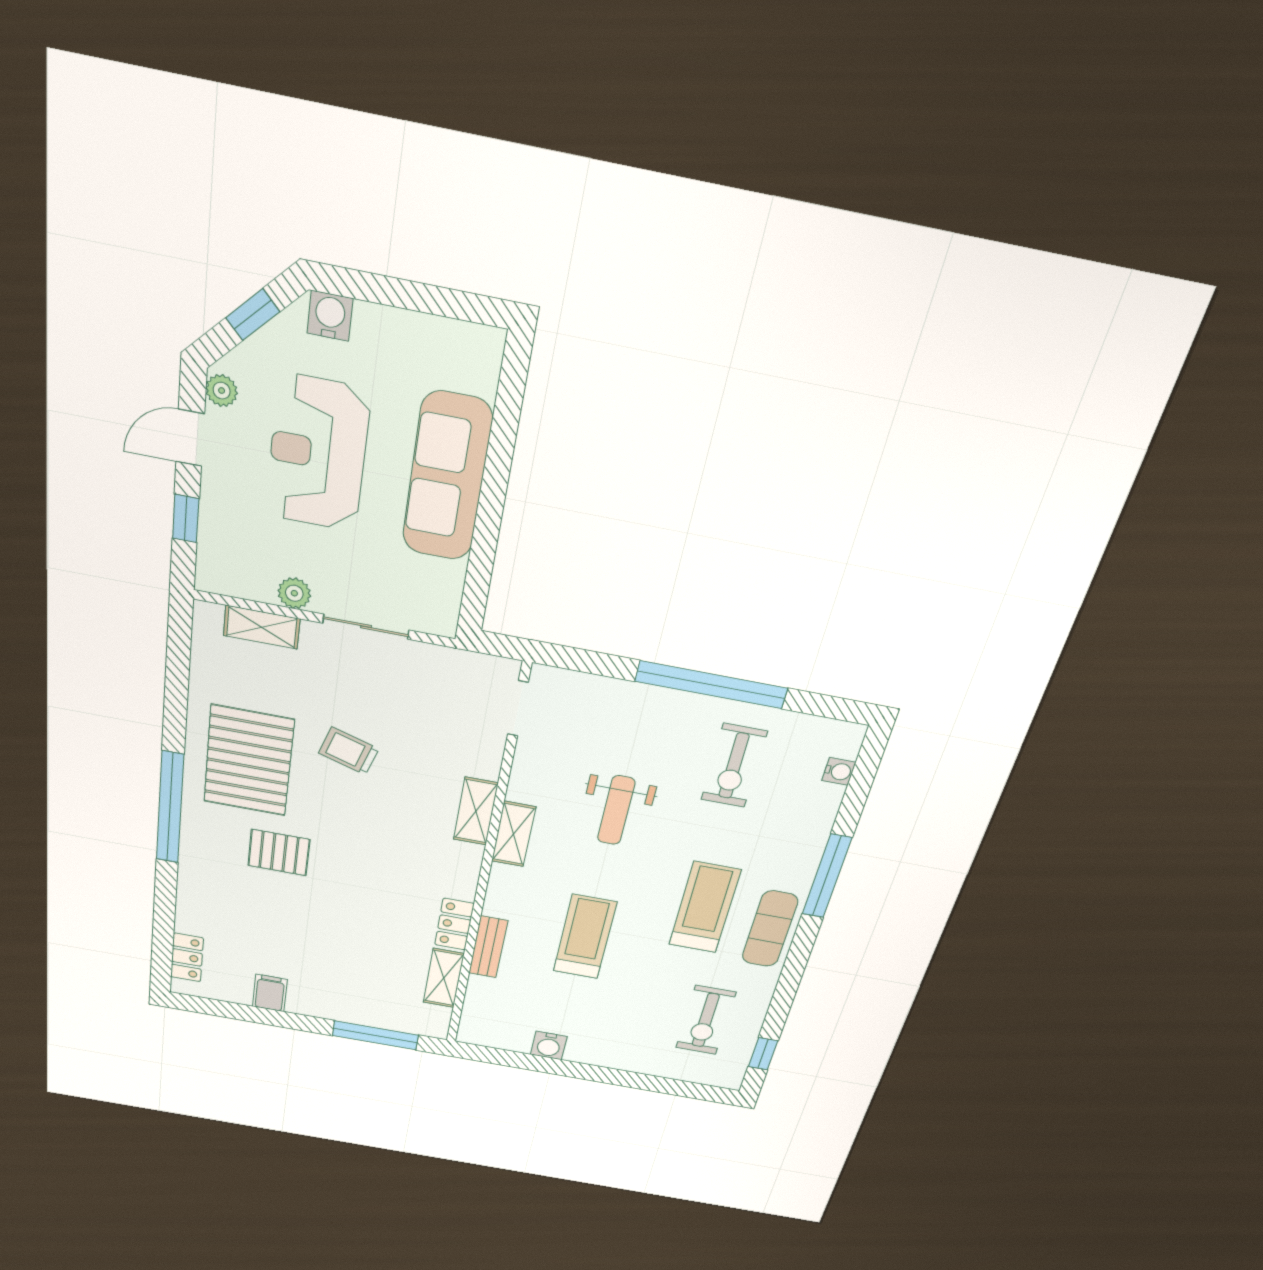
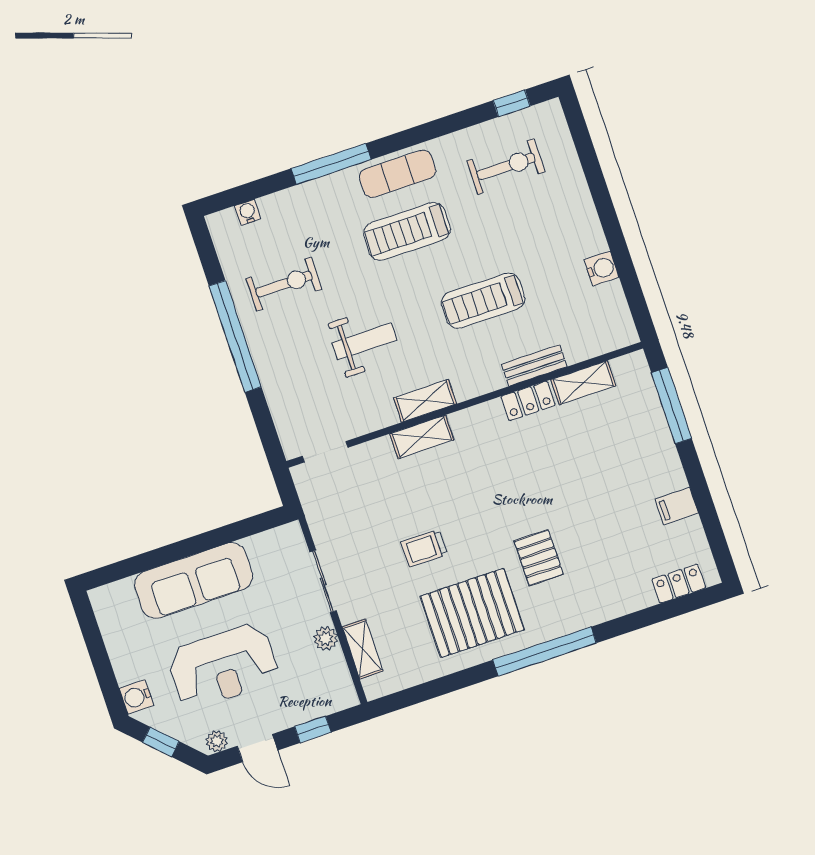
trolley: (349, 751) -> (424, 548), turned 73

